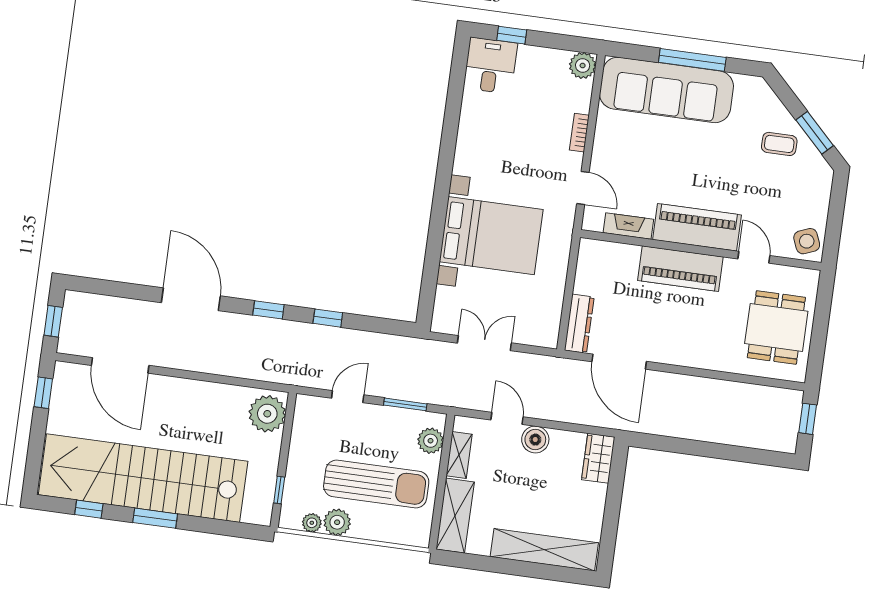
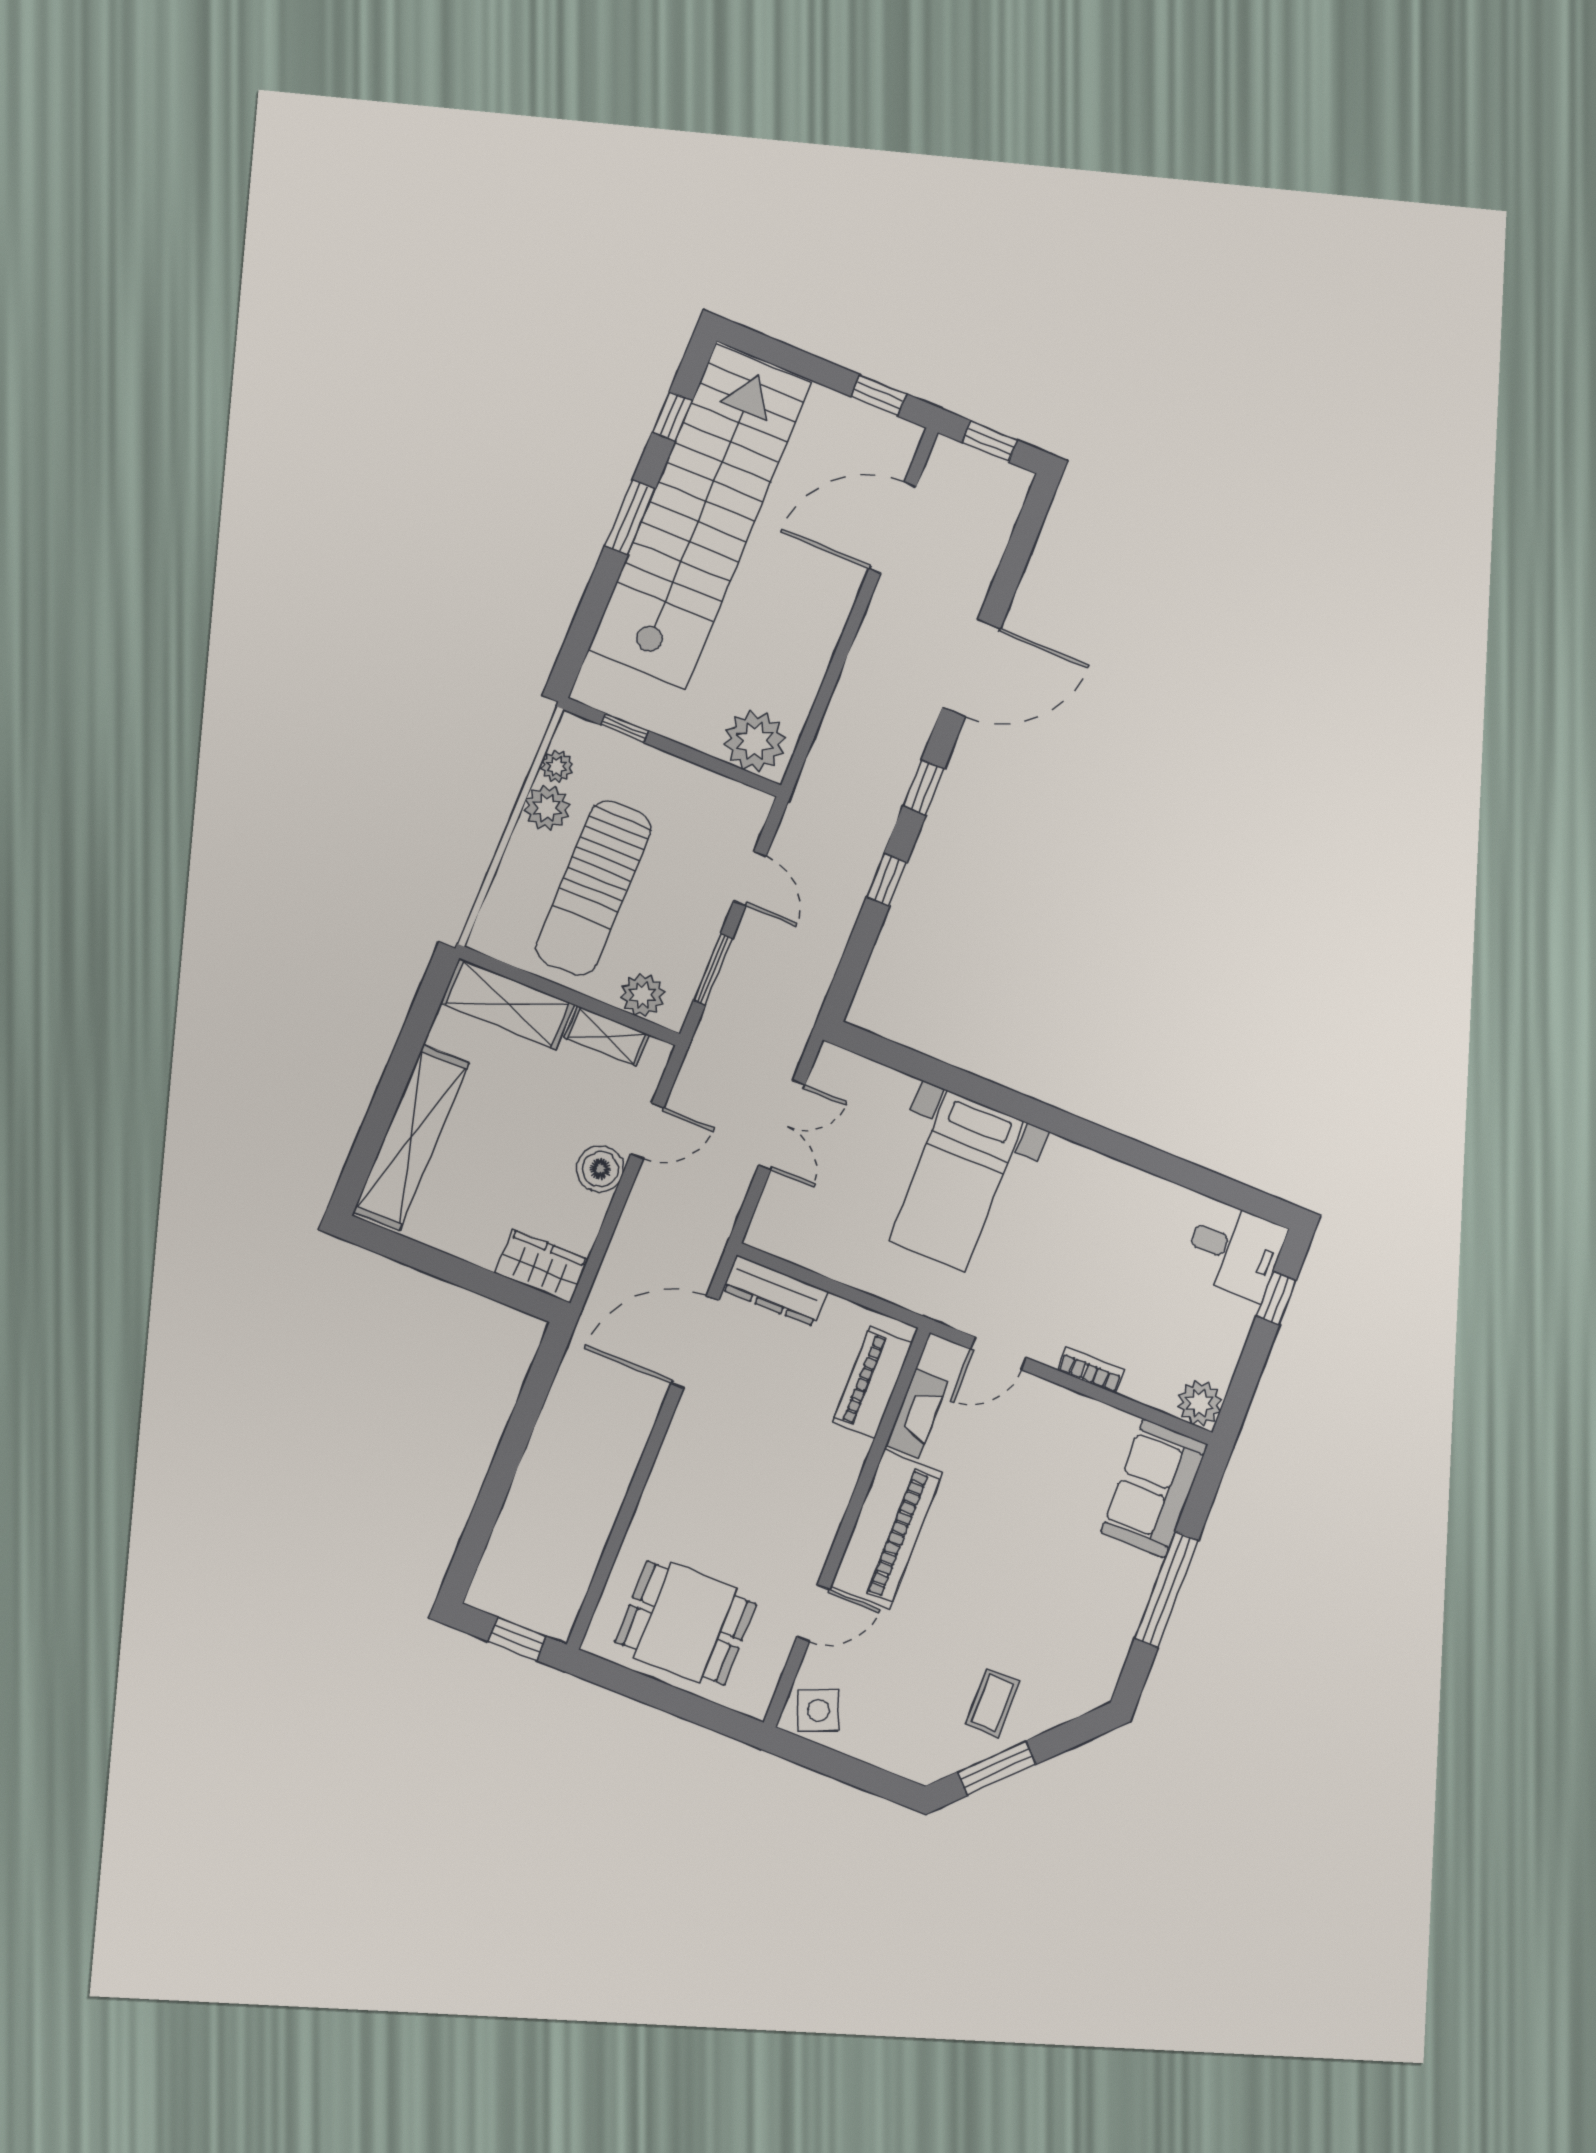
sofa: (666, 90) -> (1154, 1488), width x0.54, depth x0.79
bed with nightstands: (491, 236) -> (956, 1181), width x0.73
piano: (680, 269) -> (872, 1383), moved, width x0.73, depth x0.75

